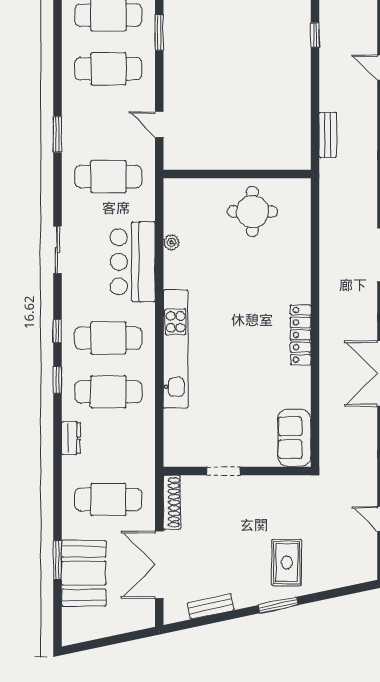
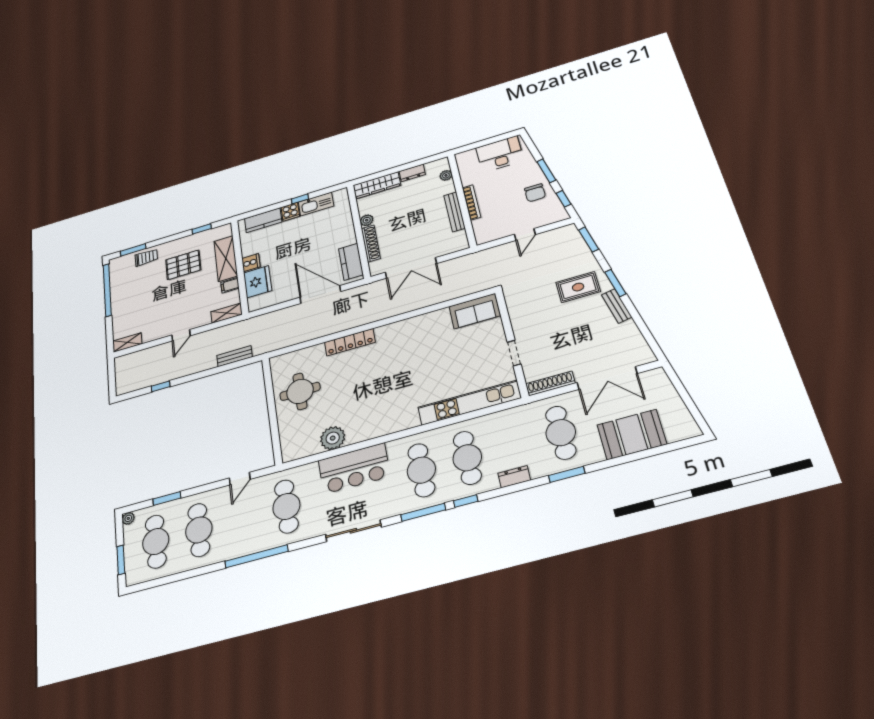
window: (57, 134) -> (256, 556), width x2.11
plant: (171, 242) -> (333, 438), width x1.88, depth x1.88
sliding door: (57, 250) -> (353, 531), width x1.37
window: (57, 331) -> (423, 512), width x2.17
locker: (301, 335) -> (350, 342), moved
kitchen unit: (176, 349) -> (469, 403), moved
window: (57, 560) -> (567, 474), moved
window: (348, 590) -> (589, 240), added
bench: (211, 606) -> (617, 306), moved

